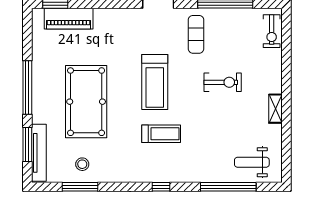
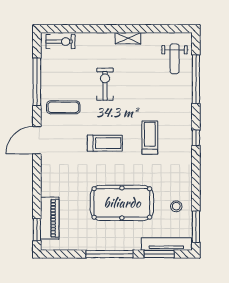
treadmill: (155, 82) -> (105, 143), width x0.73, depth x0.73
window: (80, 187) -> (196, 227), moved

